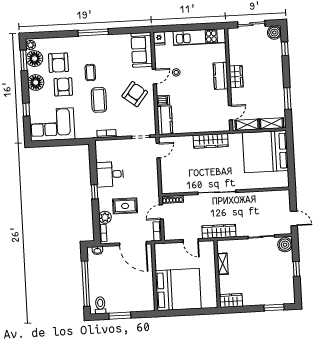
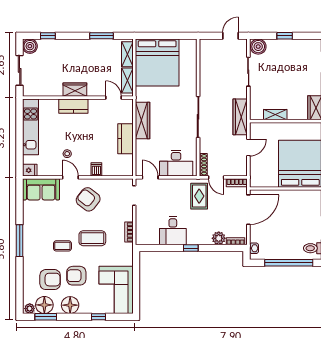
kitchen counter: (165, 120) -> (125, 139), moved, turned -90
desk: (173, 174) -> (176, 163), added
rug: (125, 206) -> (199, 196), moved

